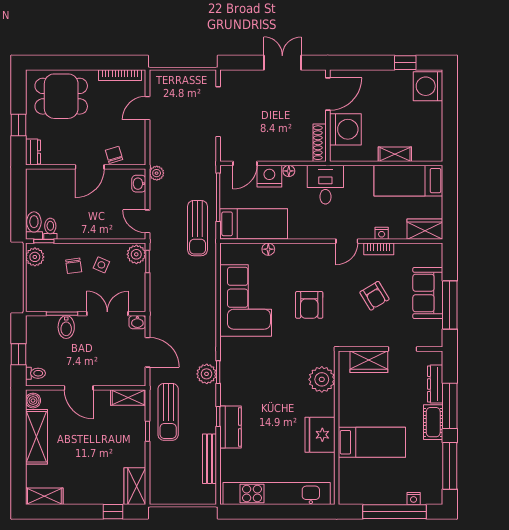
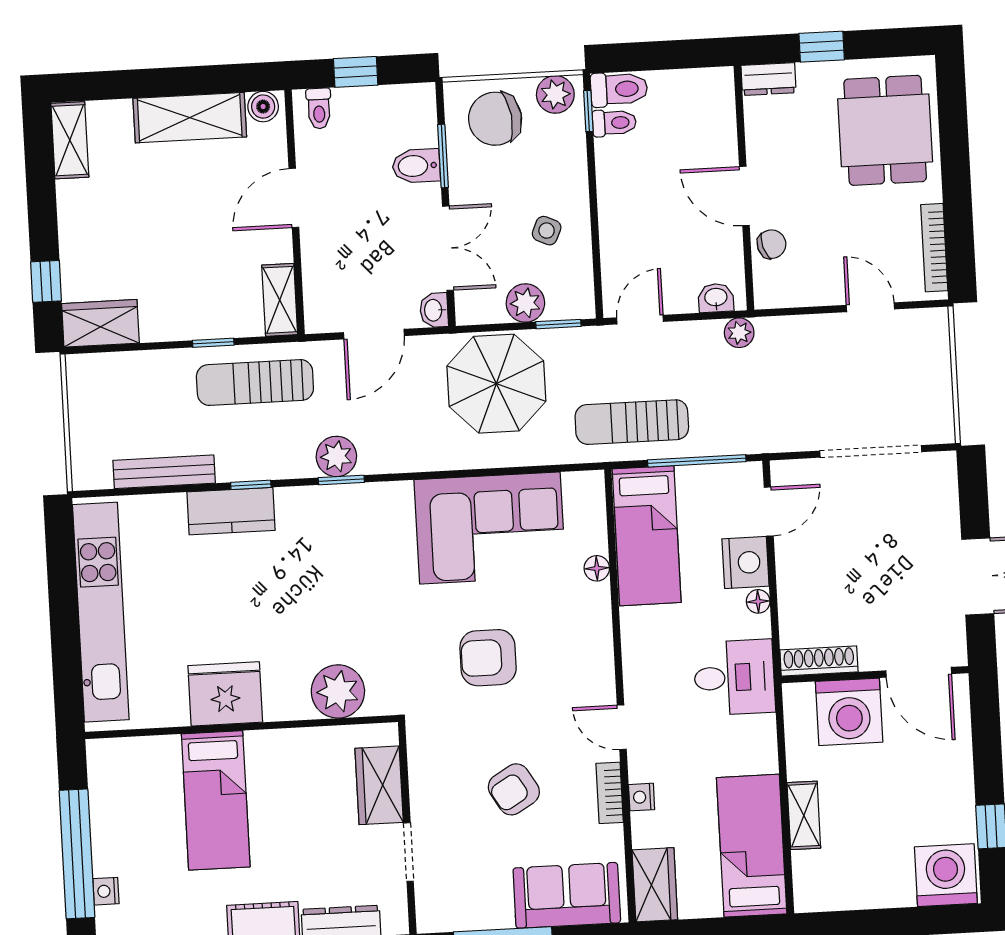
door: (245, 163) -> (769, 512), swing flipped
plant: (136, 254) -> (525, 303), moved
chair: (74, 266) -> (495, 119), moved, width x1.87, depth x1.87
sofa: (428, 293) -> (567, 895), moved
parasol: (175, 294) -> (496, 384), added

